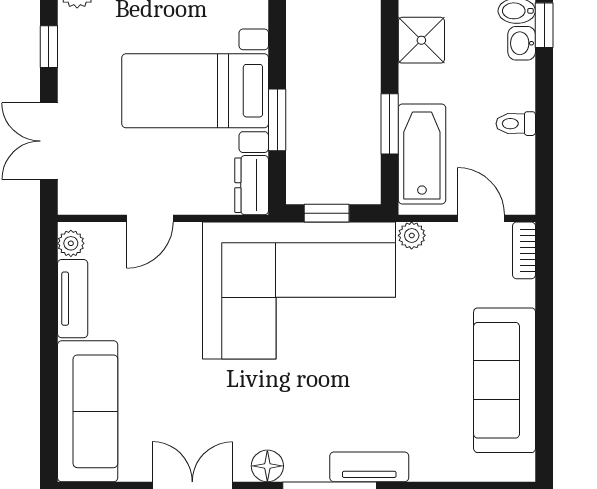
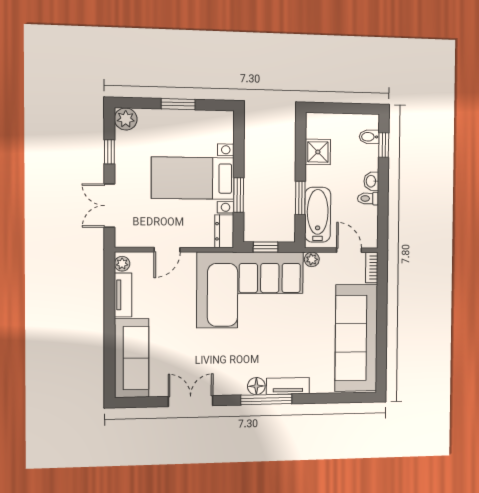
washbasin: (522, 43) -> (371, 181), moved
sofa: (505, 380) -> (356, 338), width x1.36, depth x1.27
floor lamp: (267, 466) -> (256, 386), moved

